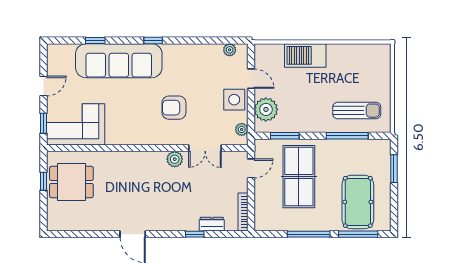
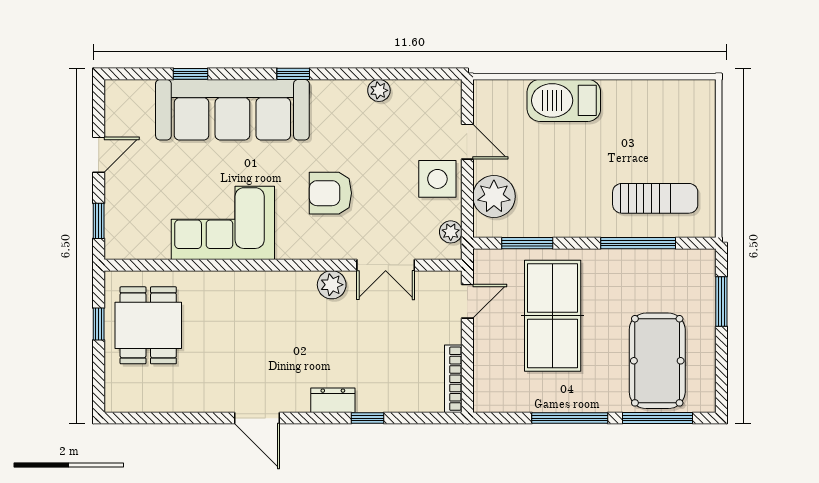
plant: (230, 50) -> (379, 90), moved
corner sofa: (76, 124) -> (223, 223), moved
dining table: (71, 182) -> (148, 325), turned 90
dresser: (212, 224) -> (333, 400), moved

